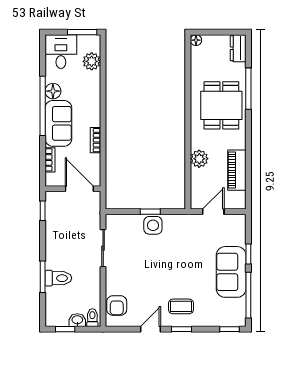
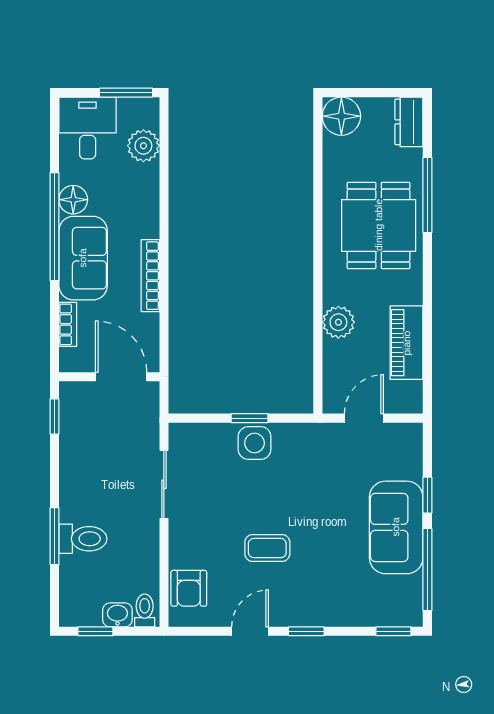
floor lamp: (196, 40) -> (341, 116), width x1.89, depth x1.89
bookcase: (95, 140) -> (150, 276), width x1.56
coffee table: (181, 306) -> (267, 548), moved

